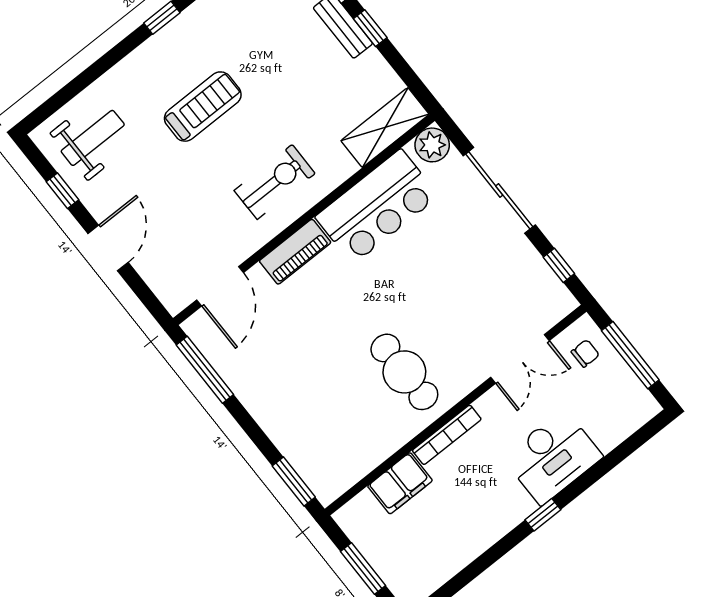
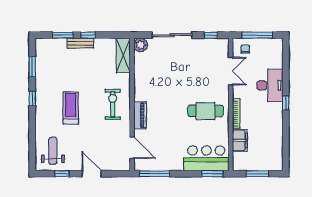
bar counter: (377, 207) -> (206, 158), moved, turned -90

